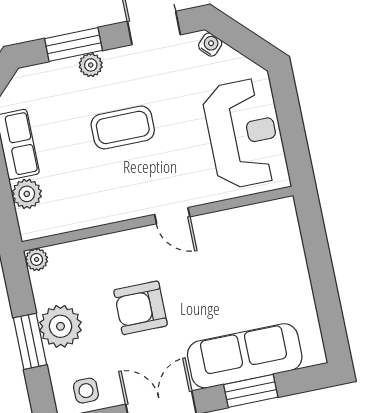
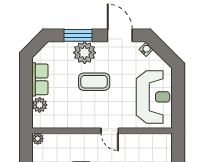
plant: (91, 65) -> (85, 53), width x1.88, depth x1.88

